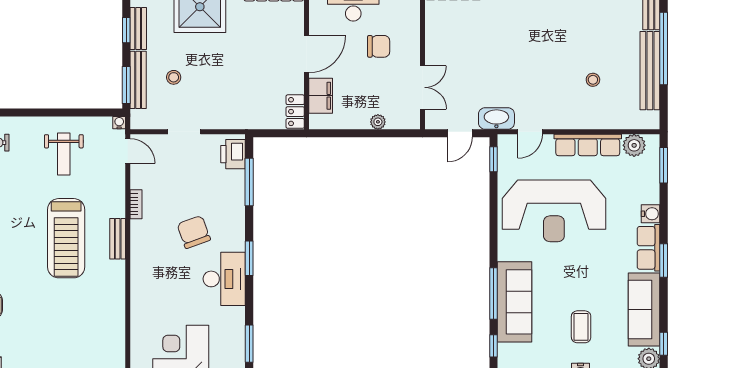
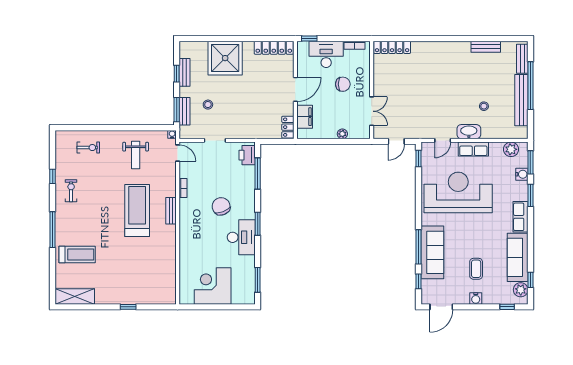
bench: (138, 80) -> (185, 111), width x0.73
washbasin: (496, 118) -> (469, 132), moved
row of seats: (588, 145) -> (473, 149), width x0.68
reception desk: (554, 211) -> (458, 192), turned 180
water cooler: (651, 214) -> (522, 174), moved
treadmill: (66, 238) -> (137, 210), turned 180
window: (664, 260) -> (530, 195), moved

